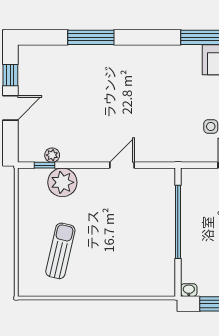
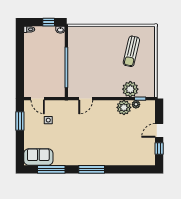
window: (91, 37) -> (92, 169), moved
plant: (74, 149) -> (124, 107), added
door: (122, 165) -> (86, 99), moved

